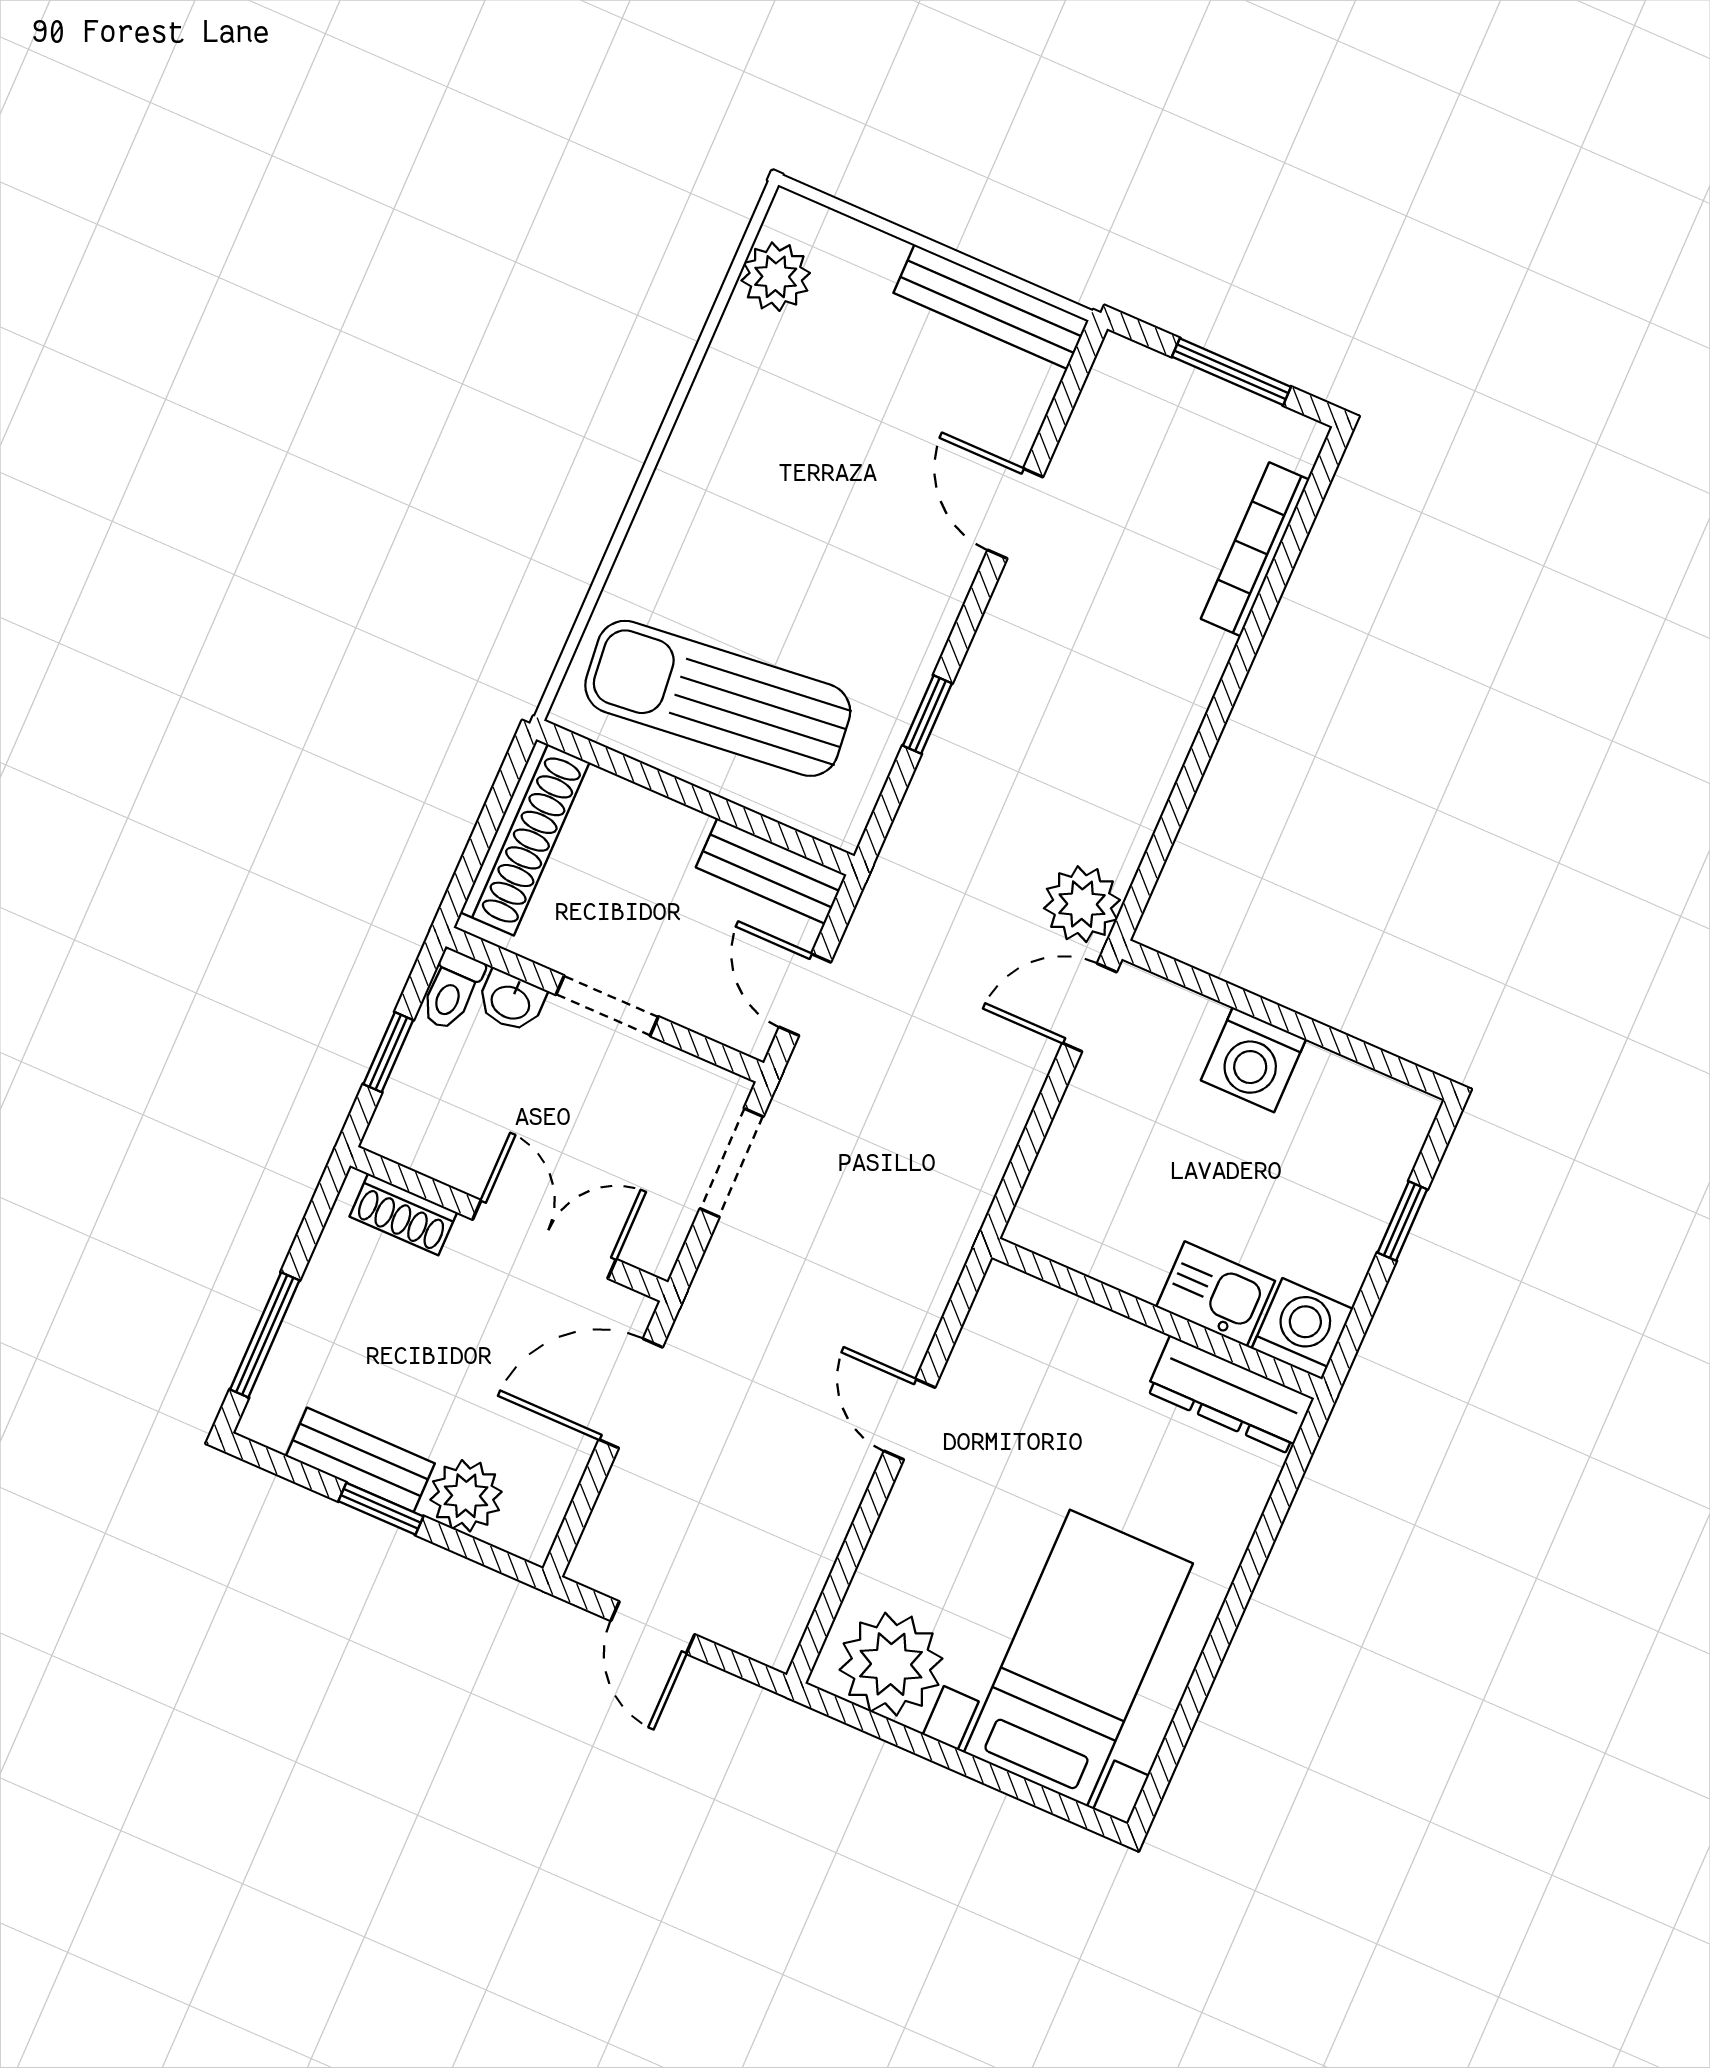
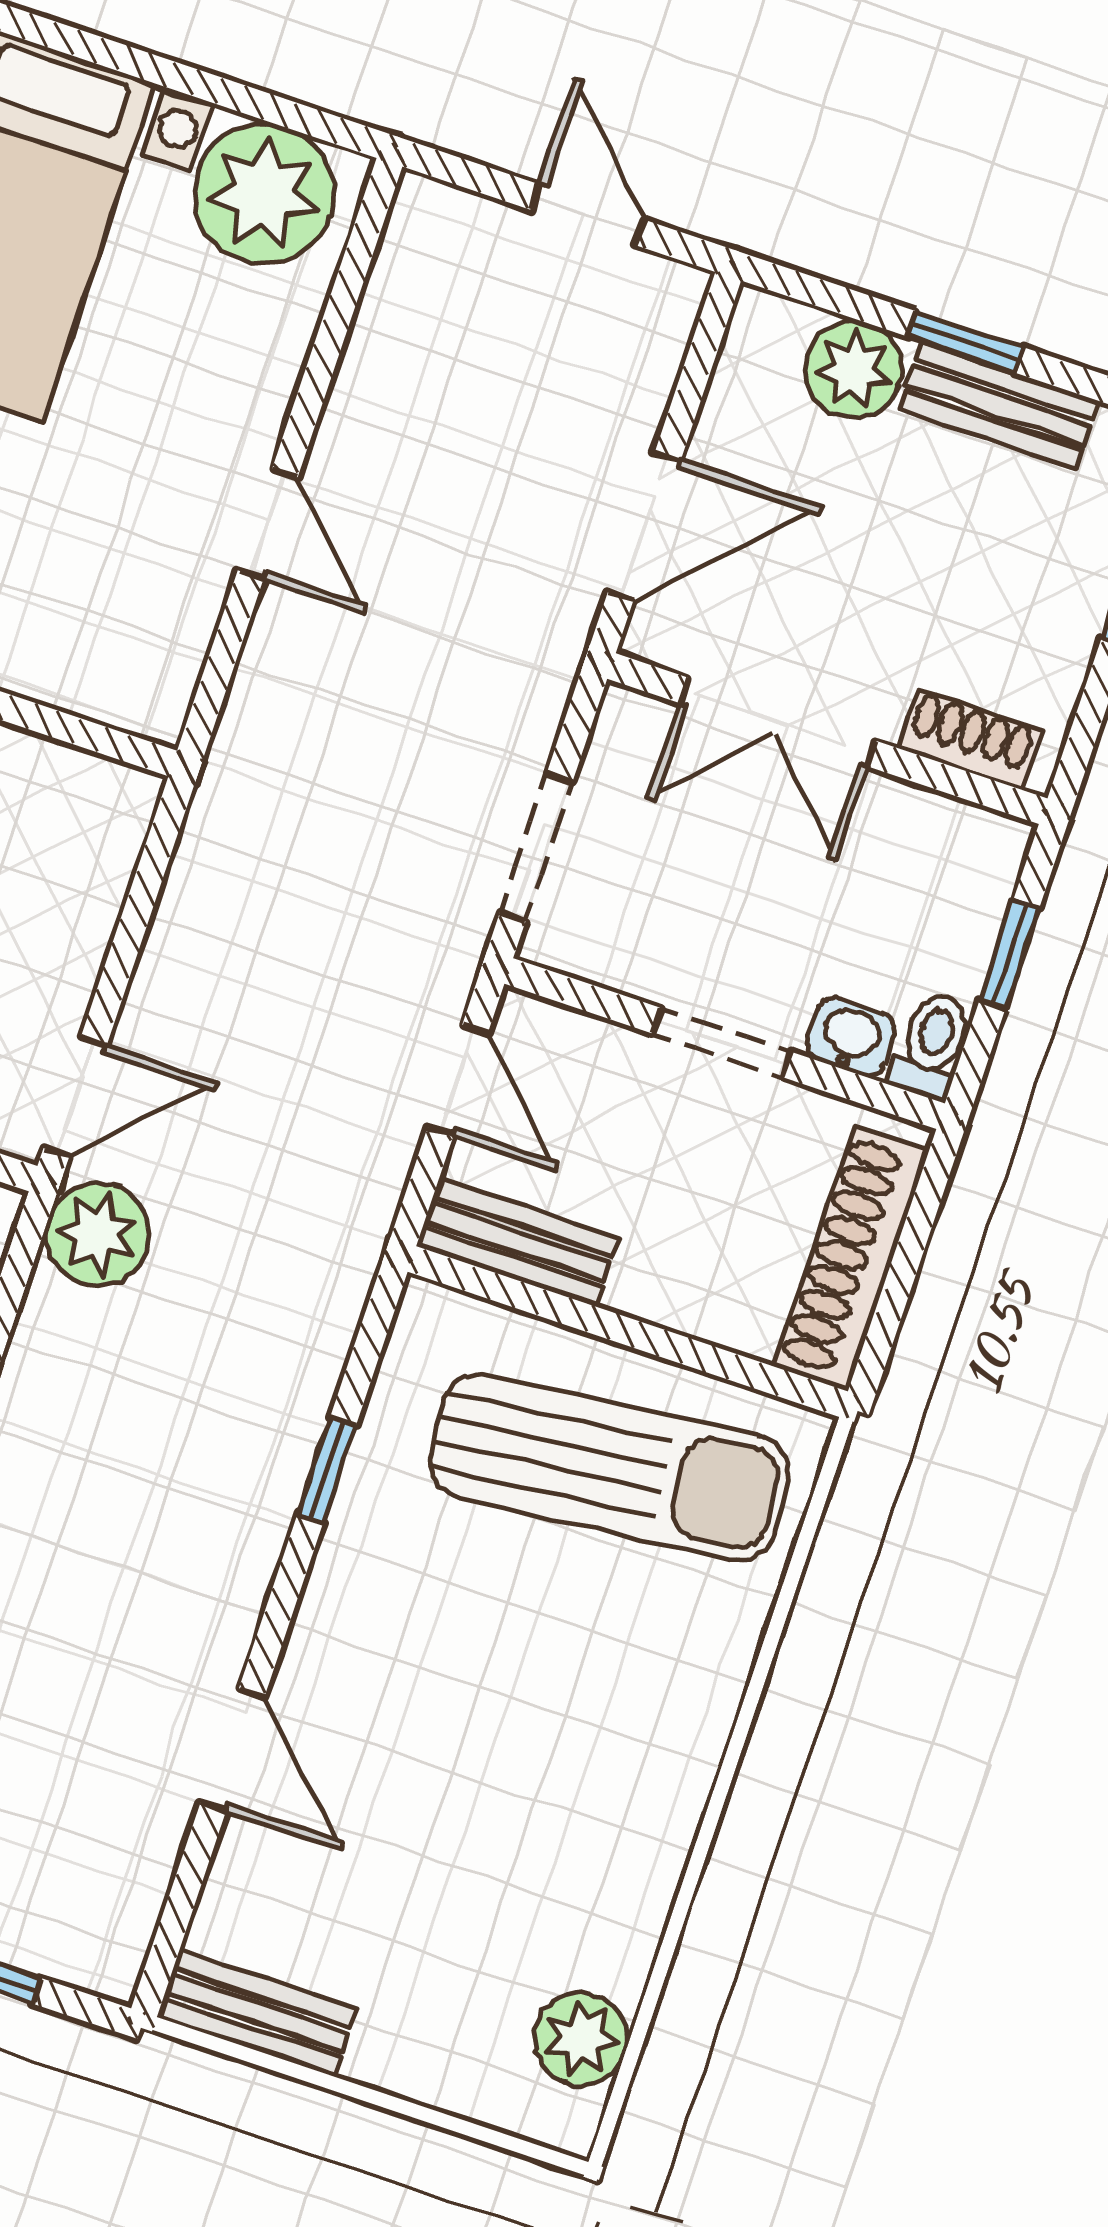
bench: (991, 307) -> (257, 2013), width x0.73

